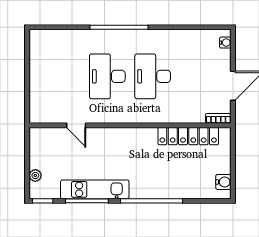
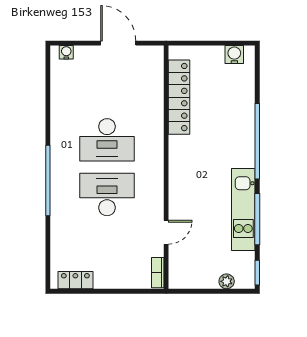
locker: (36, 50) -> (75, 280), added
desk: (107, 76) -> (107, 195), turned 180
bookcase: (218, 118) -> (158, 273), moved

